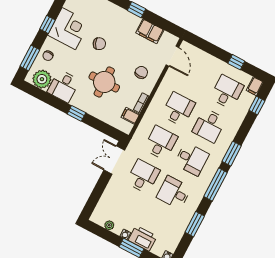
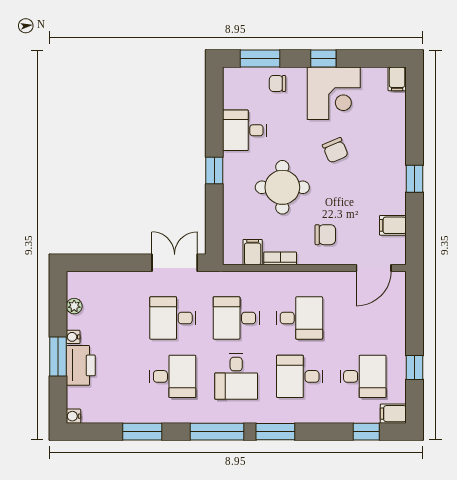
filing cabinet: (150, 31) -> (393, 225), width x0.50
plant: (42, 79) -> (238, 93), removed
desk: (161, 143) -> (236, 318), turned 180
desk: (143, 176) -> (173, 318), turned 180
desk: (174, 193) -> (173, 376), turned 90

